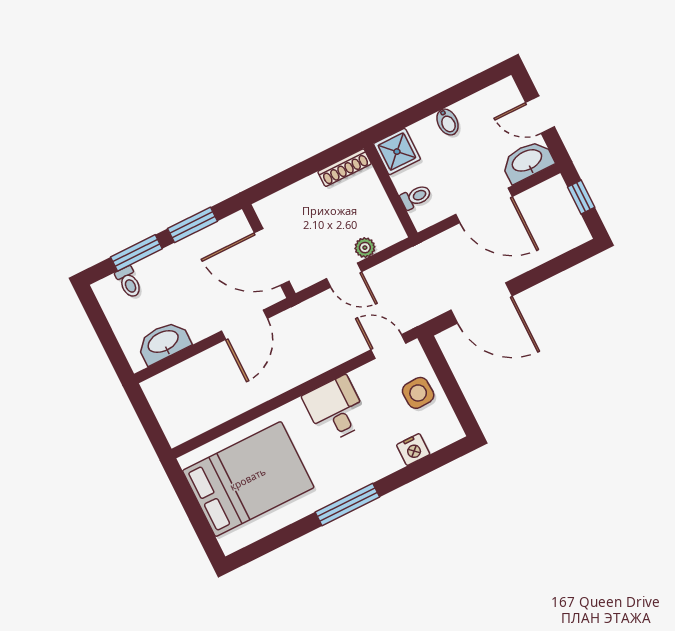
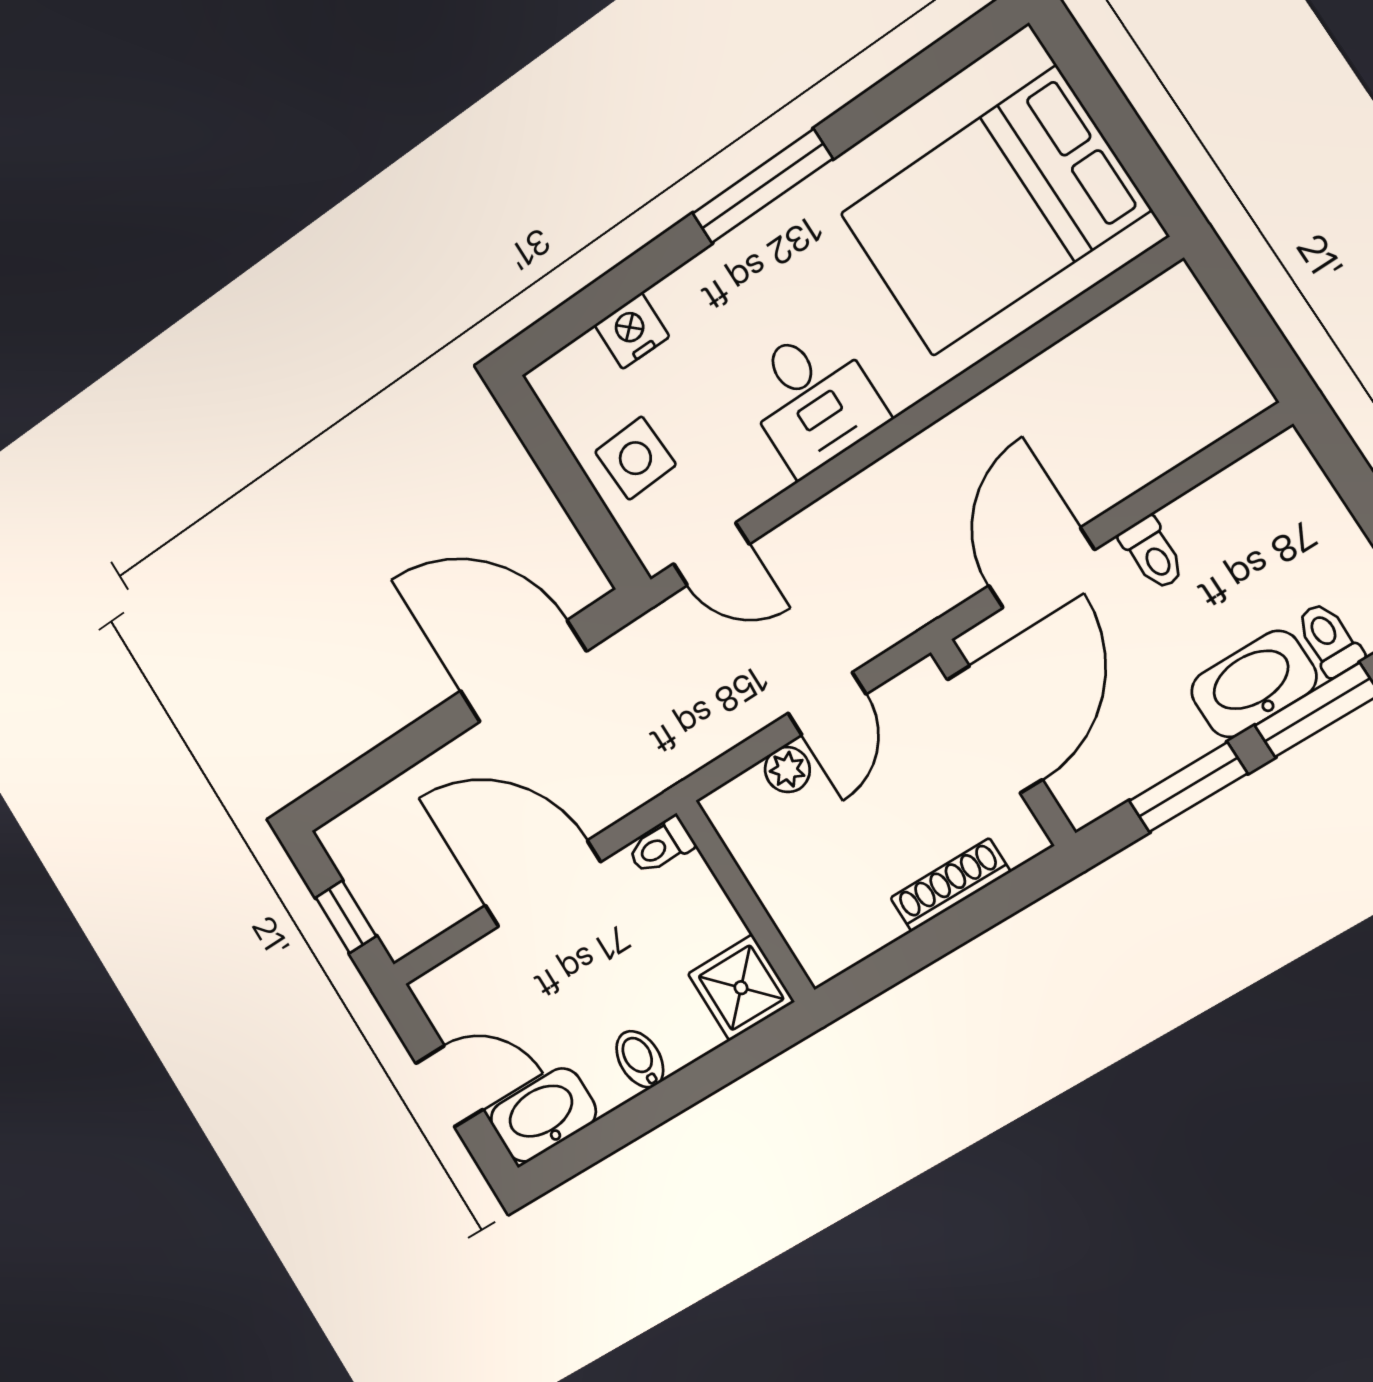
washbasin: (527, 161) -> (543, 1115), moved, turned 180
shoe rack: (345, 168) -> (950, 885), moved
toilet: (416, 197) -> (661, 846), moved
door: (272, 257) -> (995, 730), hinge flipped
door: (344, 275) -> (827, 704), swing flipped
toilet: (197, 326) -> (1153, 553), added
washbasin: (164, 342) -> (1254, 684), moved, turned 180

